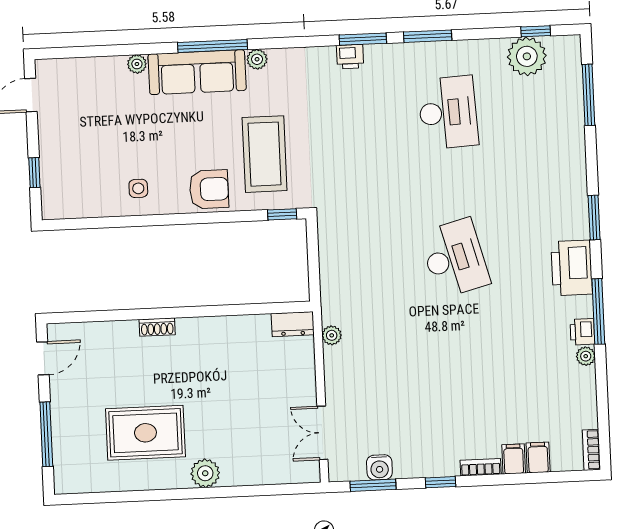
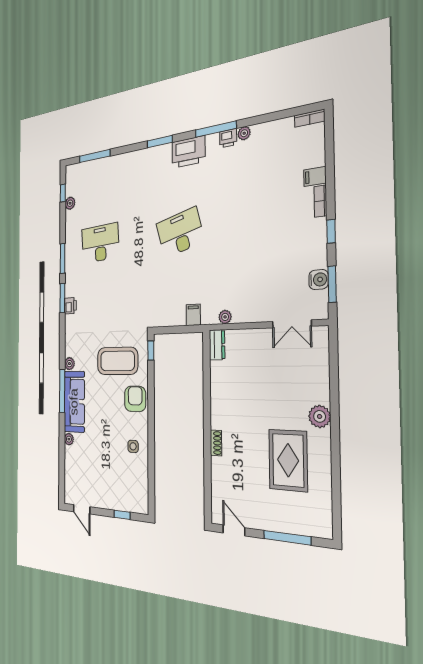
plant: (527, 56) -> (70, 203), width x0.53, depth x0.53
filing cabinet: (538, 458) -> (193, 315), moved, turned 90

